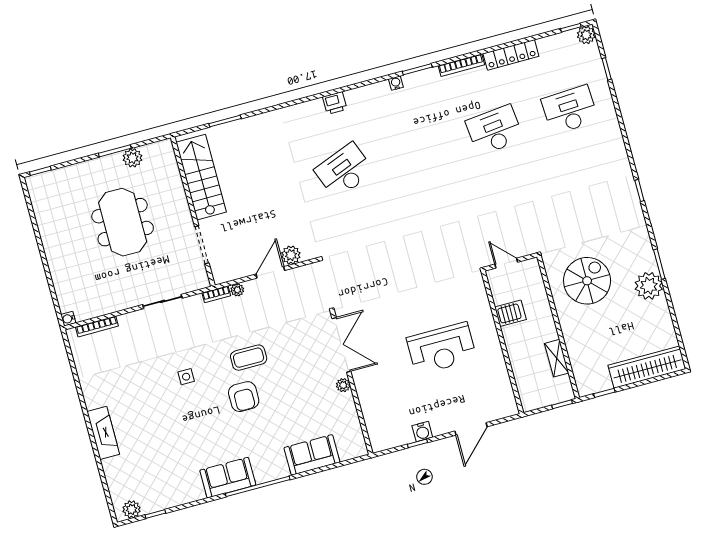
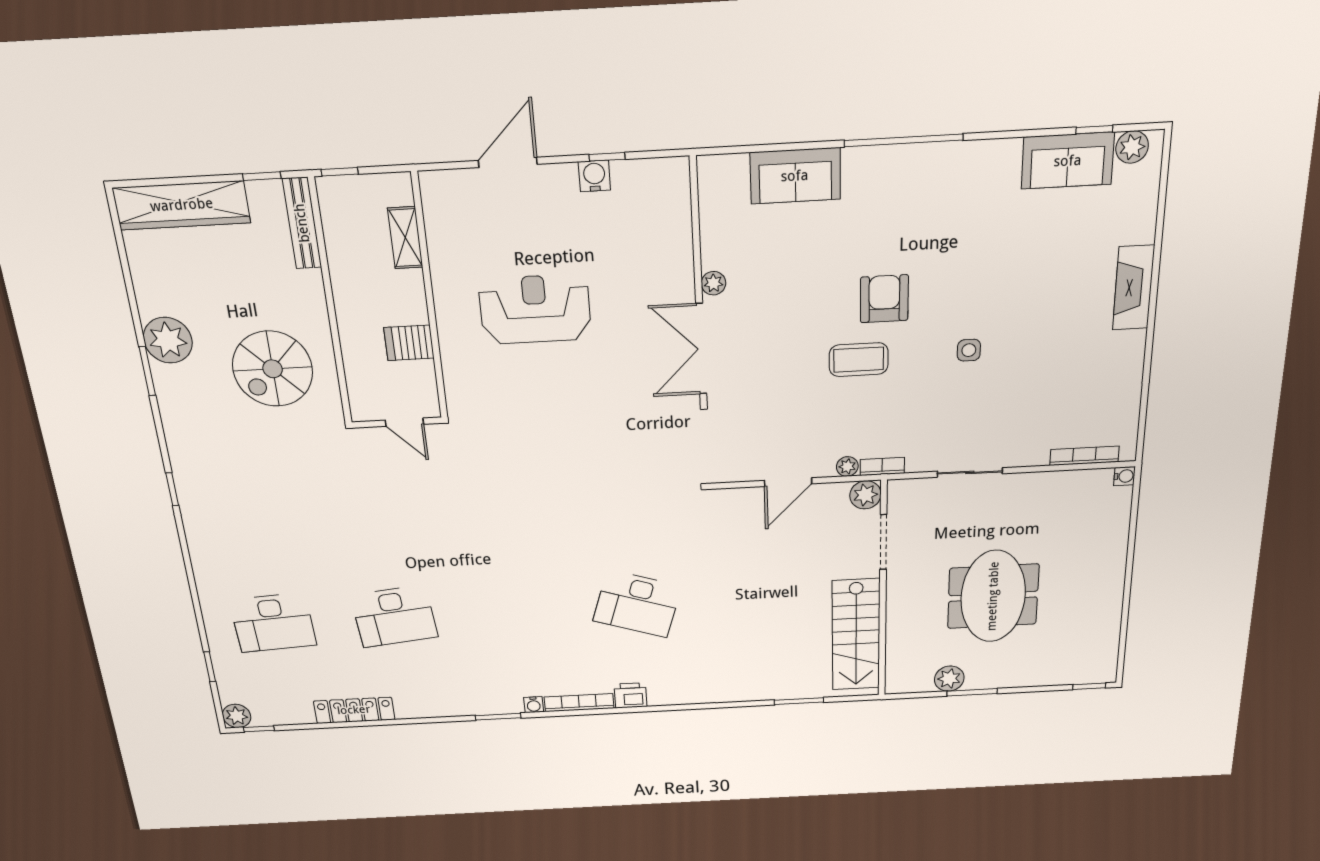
bookcase: (461, 65) -> (579, 703), moved
desk: (344, 171) -> (637, 604), turned 39
plant: (291, 255) -> (865, 495), moved
shelving: (557, 358) -> (405, 238), moved
bench: (579, 371) -> (302, 223), added
sofa: (228, 478) -> (1068, 161), moved

